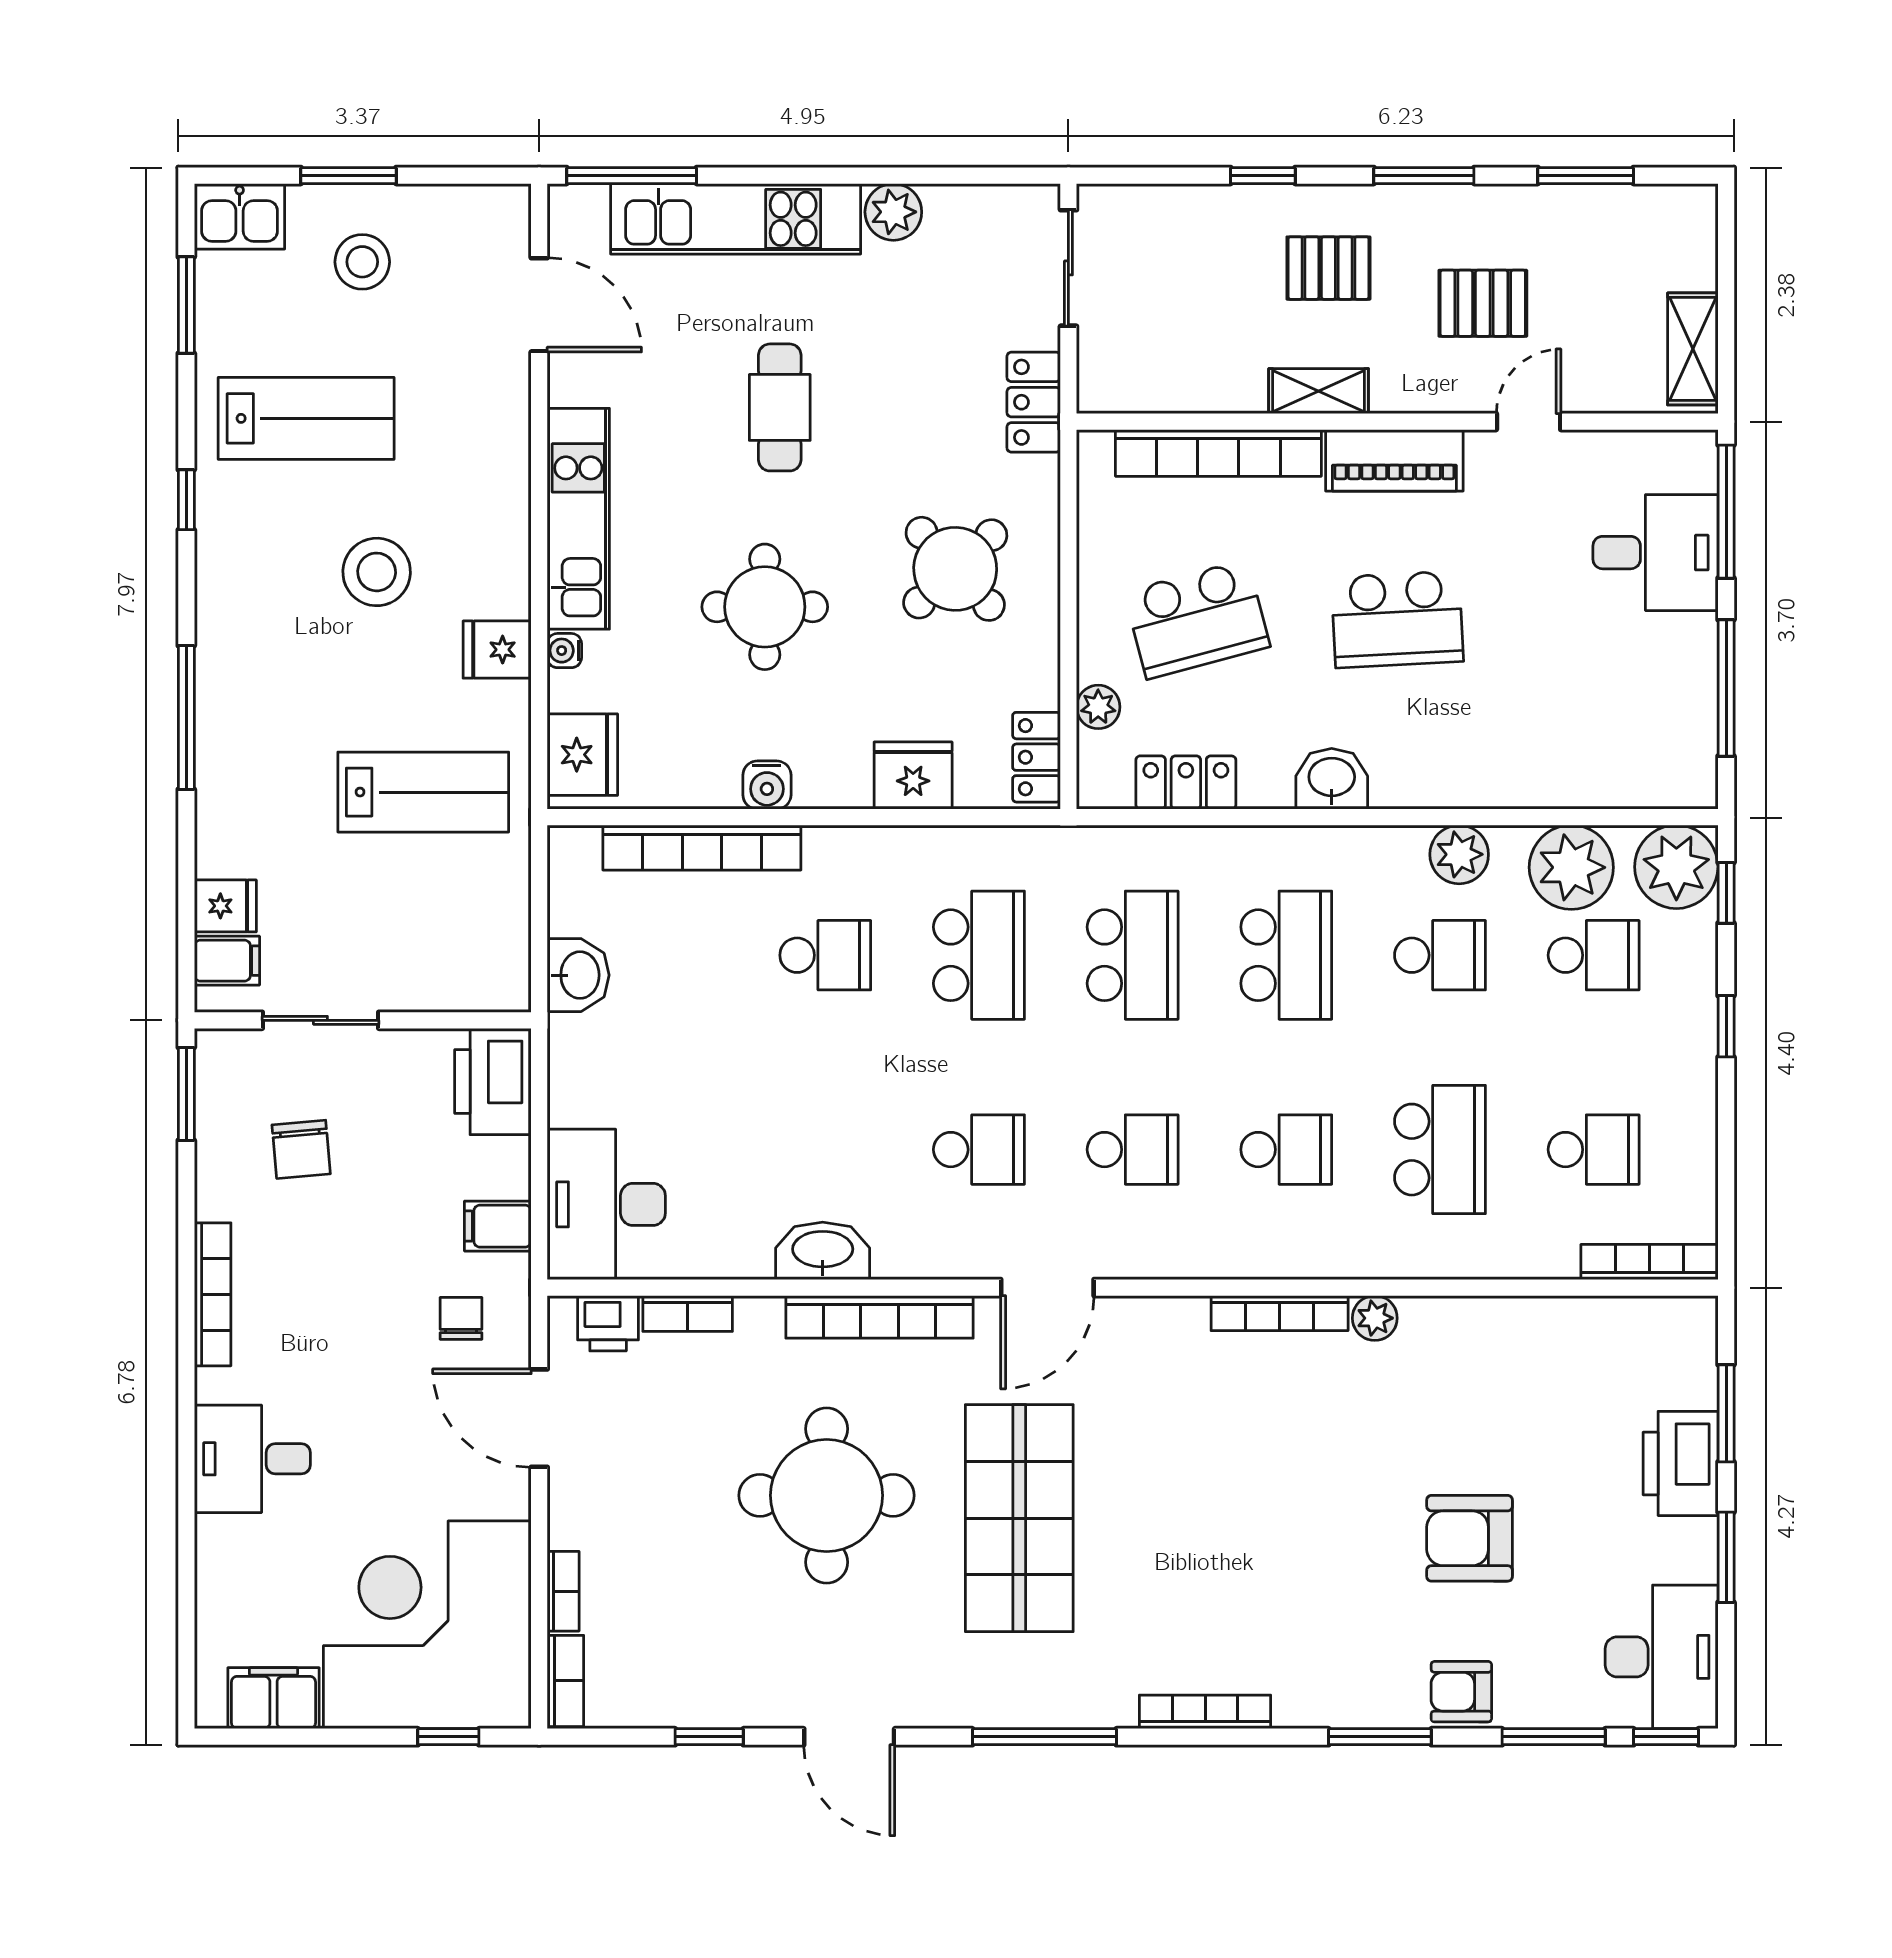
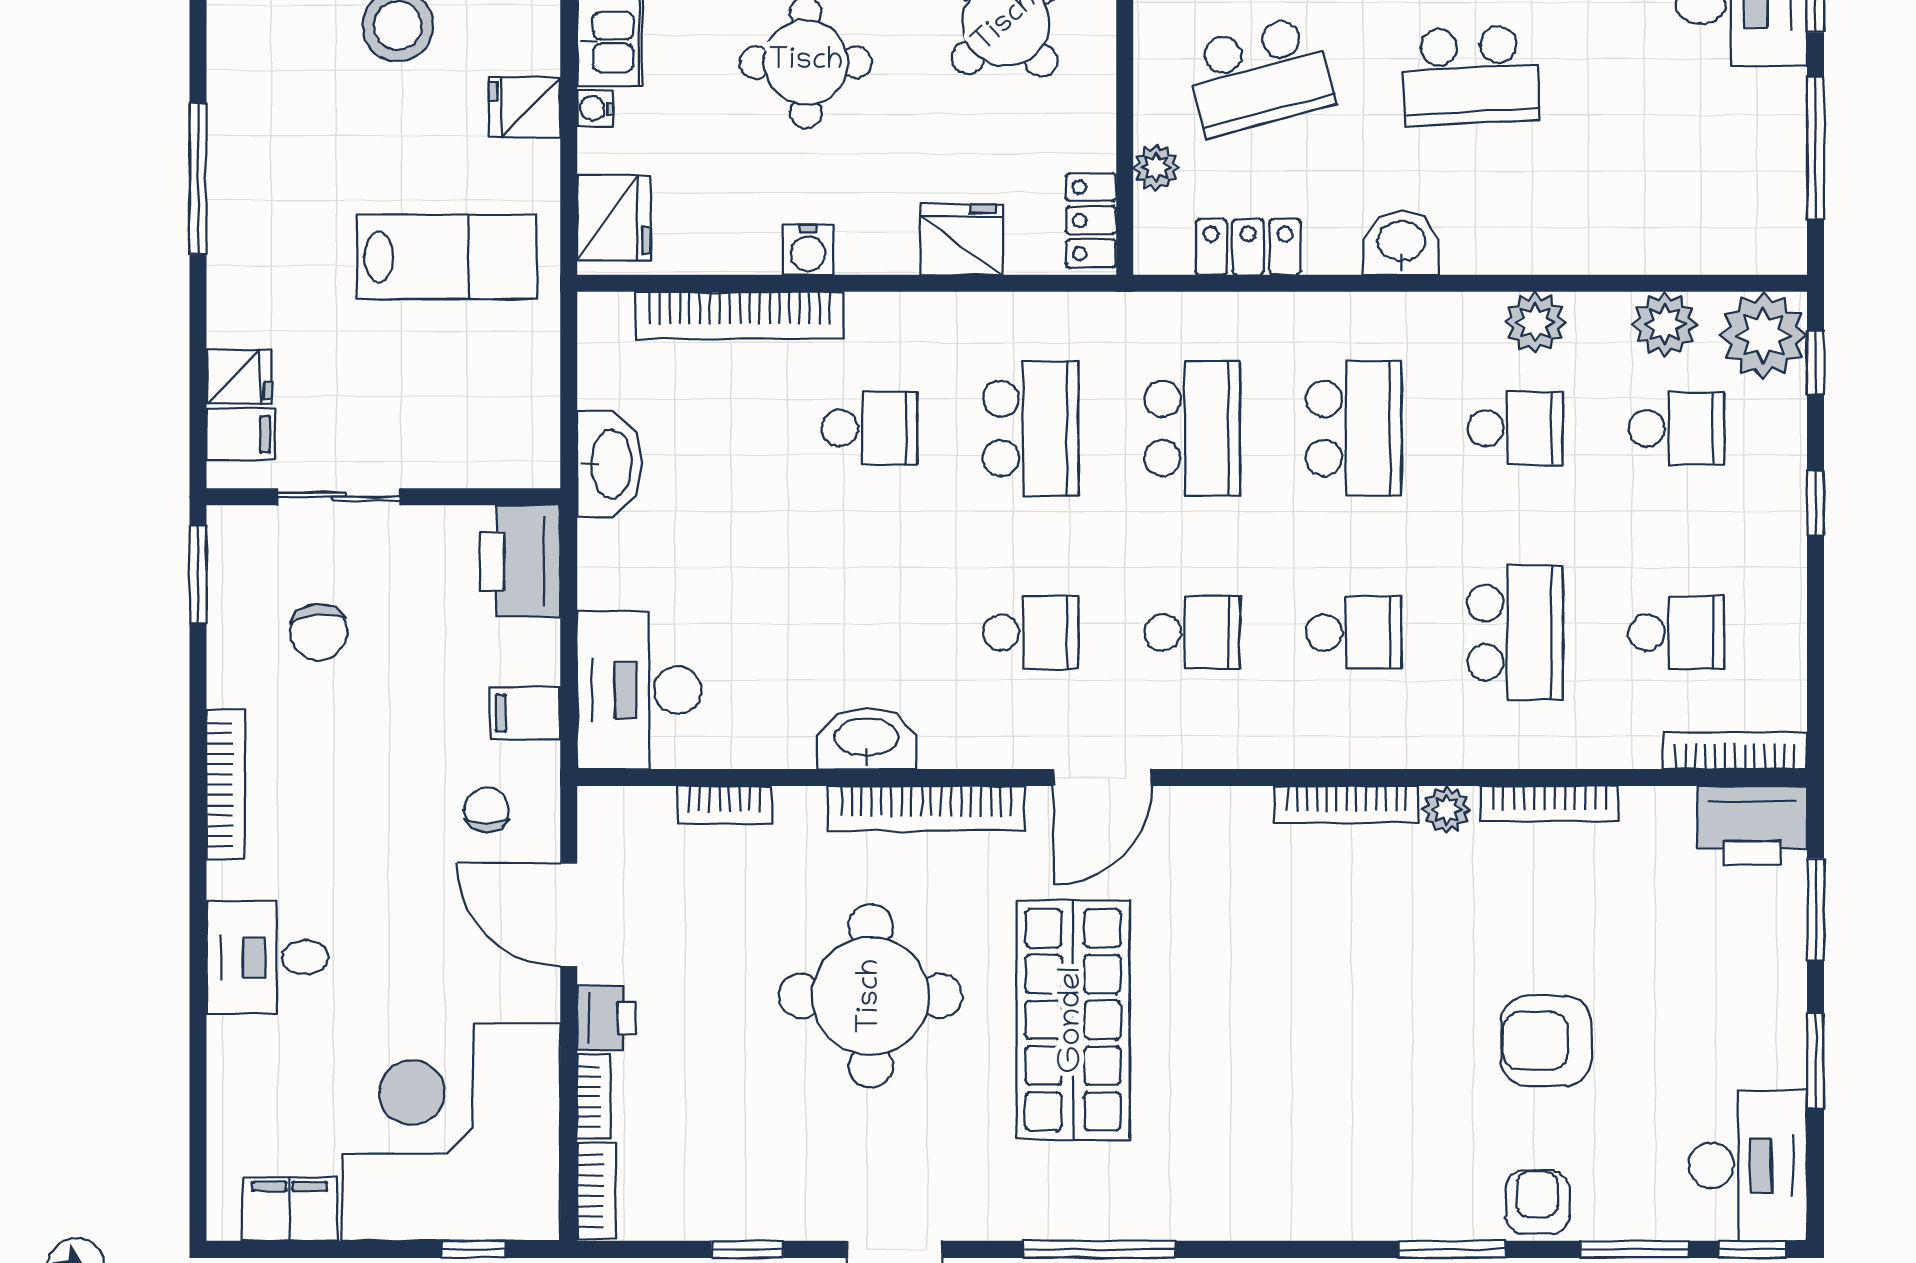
plant: (1571, 867) -> (1665, 324), width x0.73, depth x0.73
washbasin: (578, 975) -> (610, 464), width x1.38
printer: (608, 1323) -> (606, 1018), moved, turned -90
printer: (1681, 1463) -> (1752, 825), moved, turned -90
armchair: (1461, 1692) -> (1537, 1202), turned 90
bookcase: (1205, 1712) -> (1550, 804), moved, turned 180

